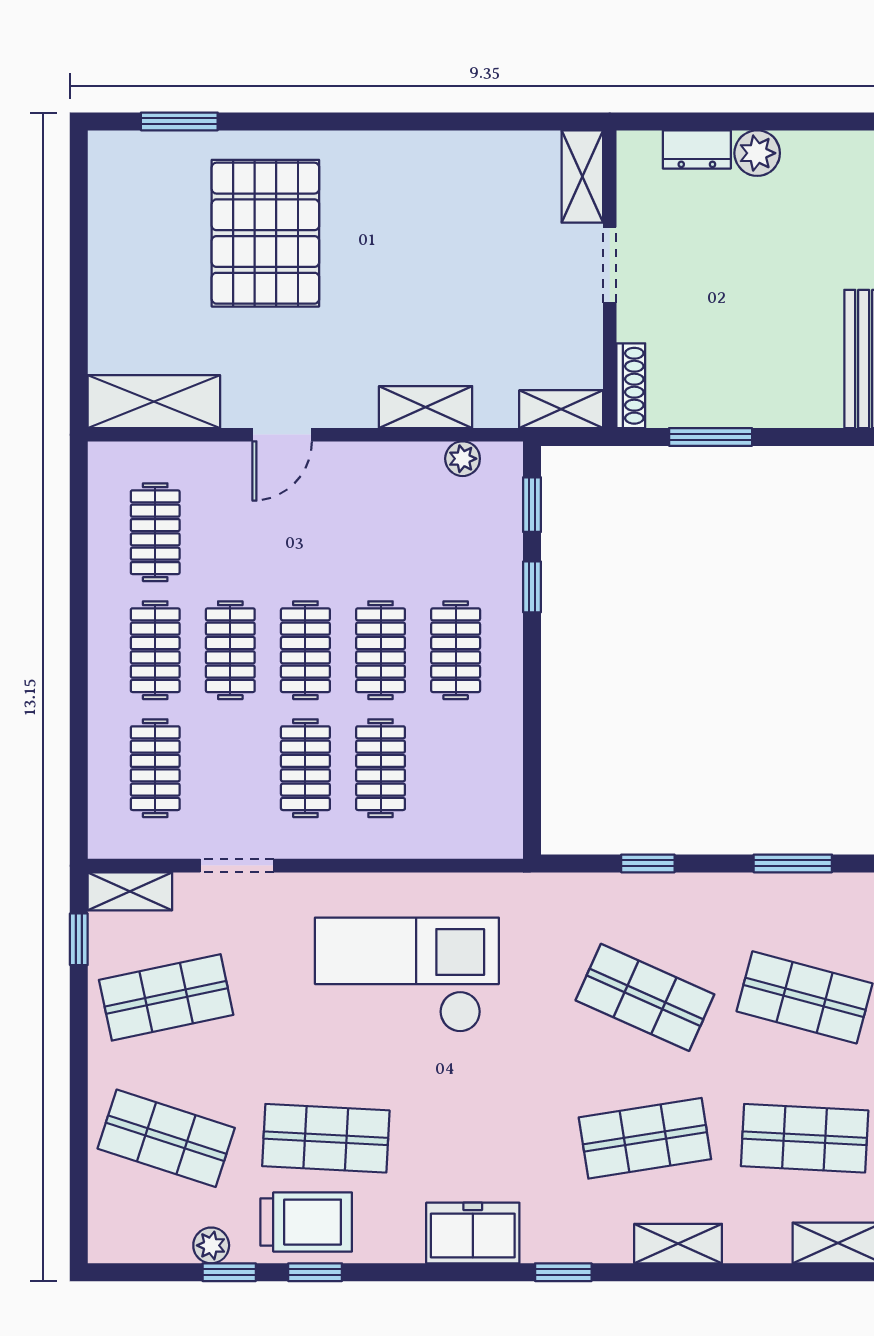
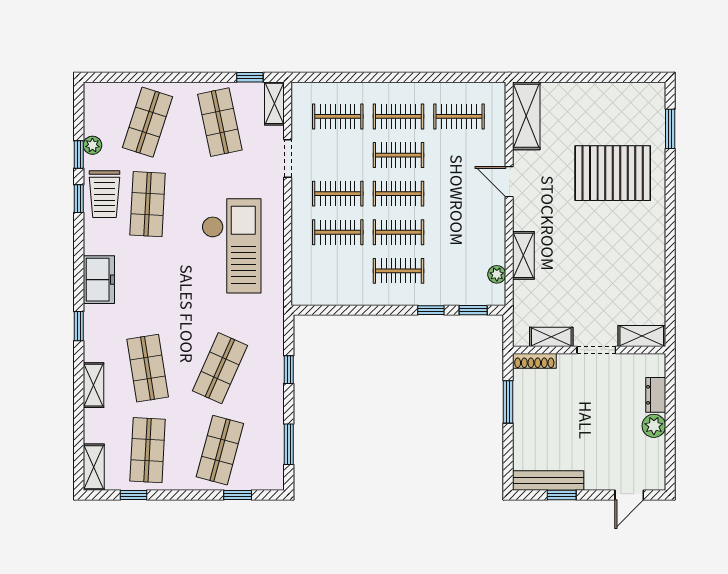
shelving: (561, 409) -> (551, 337), moved, turned 90

